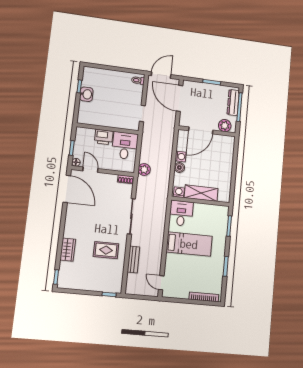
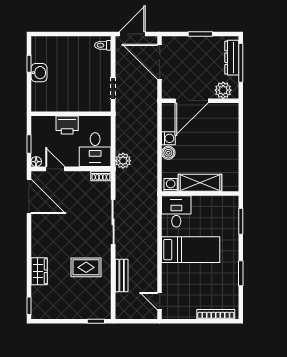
desk: (125, 146) -> (95, 150), moved, turned 180

